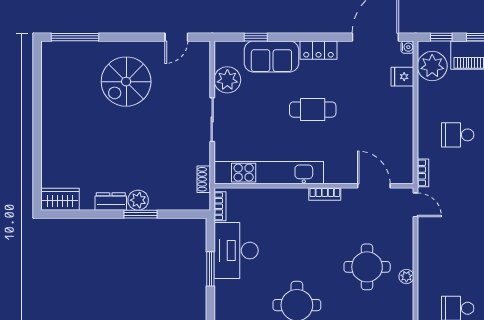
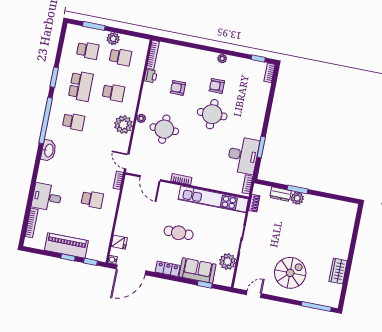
plant: (432, 66) -> (123, 125), moved
wardrobe: (60, 199) -> (338, 271), moved, turned 90
dresser: (111, 201) -> (281, 194), moved

